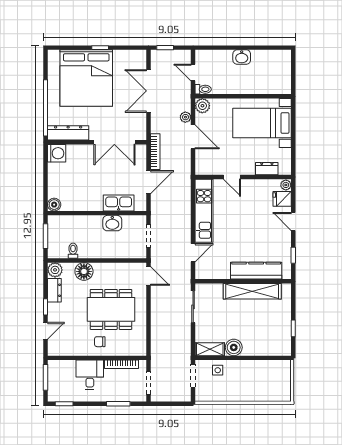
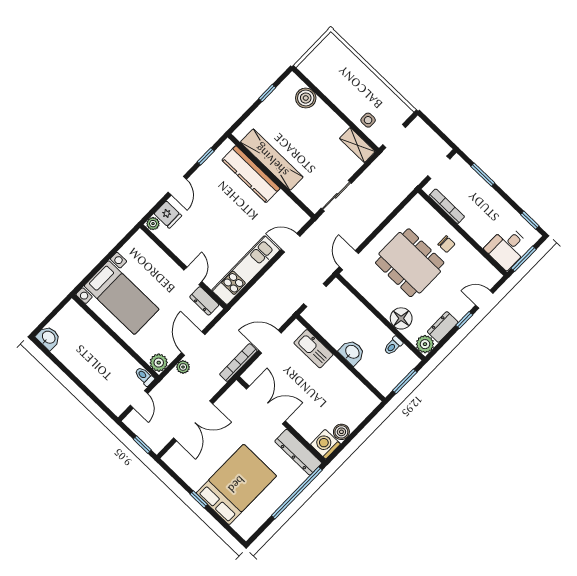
washbasin: (242, 57) -> (48, 338), moved
bed: (86, 78) -> (236, 484), width x0.73
dresser: (267, 169) -> (204, 301), moved
boiler: (54, 205) -> (341, 432), moved
washbasin: (112, 223) -> (352, 352), moved
boiler: (234, 347) -> (306, 98), moved
desk: (90, 375) -> (507, 247), moved

